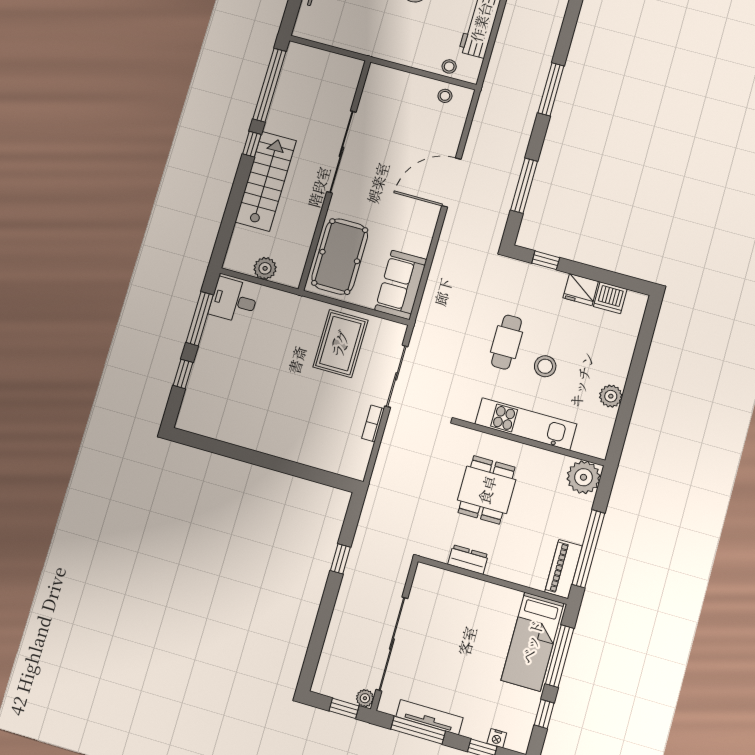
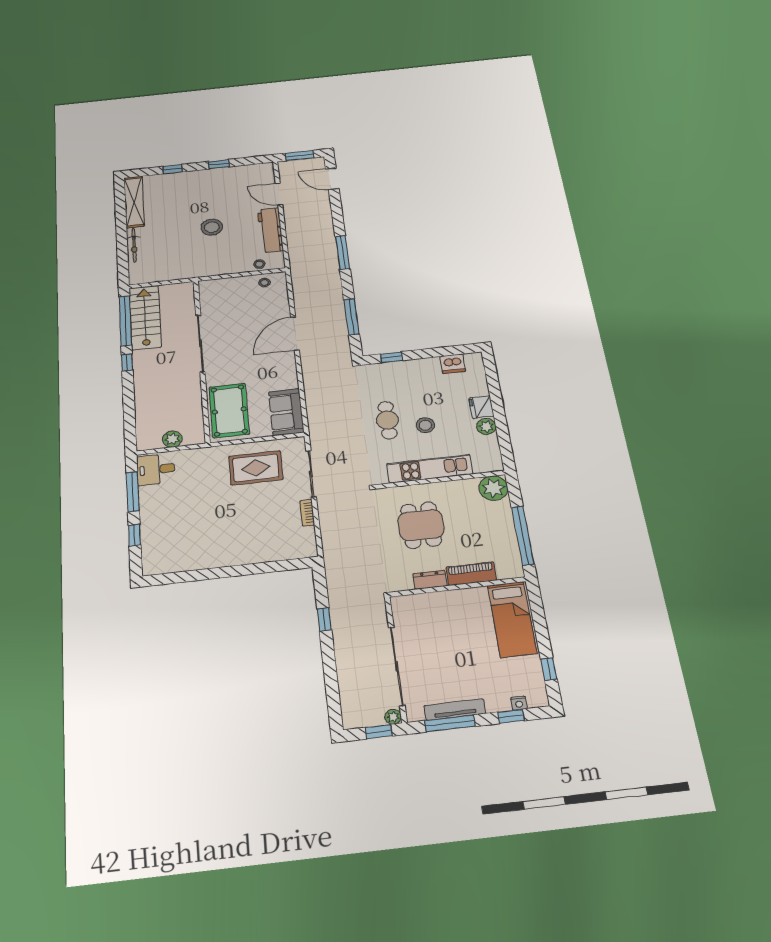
stairs: (266, 181) -> (145, 317), moved
fridge: (581, 290) -> (481, 407), moved, turned 90
rug: (340, 344) -> (256, 468), turned 90
piano: (564, 569) -> (471, 574), moved, turned 90
window: (560, 656) -> (539, 621), removed

